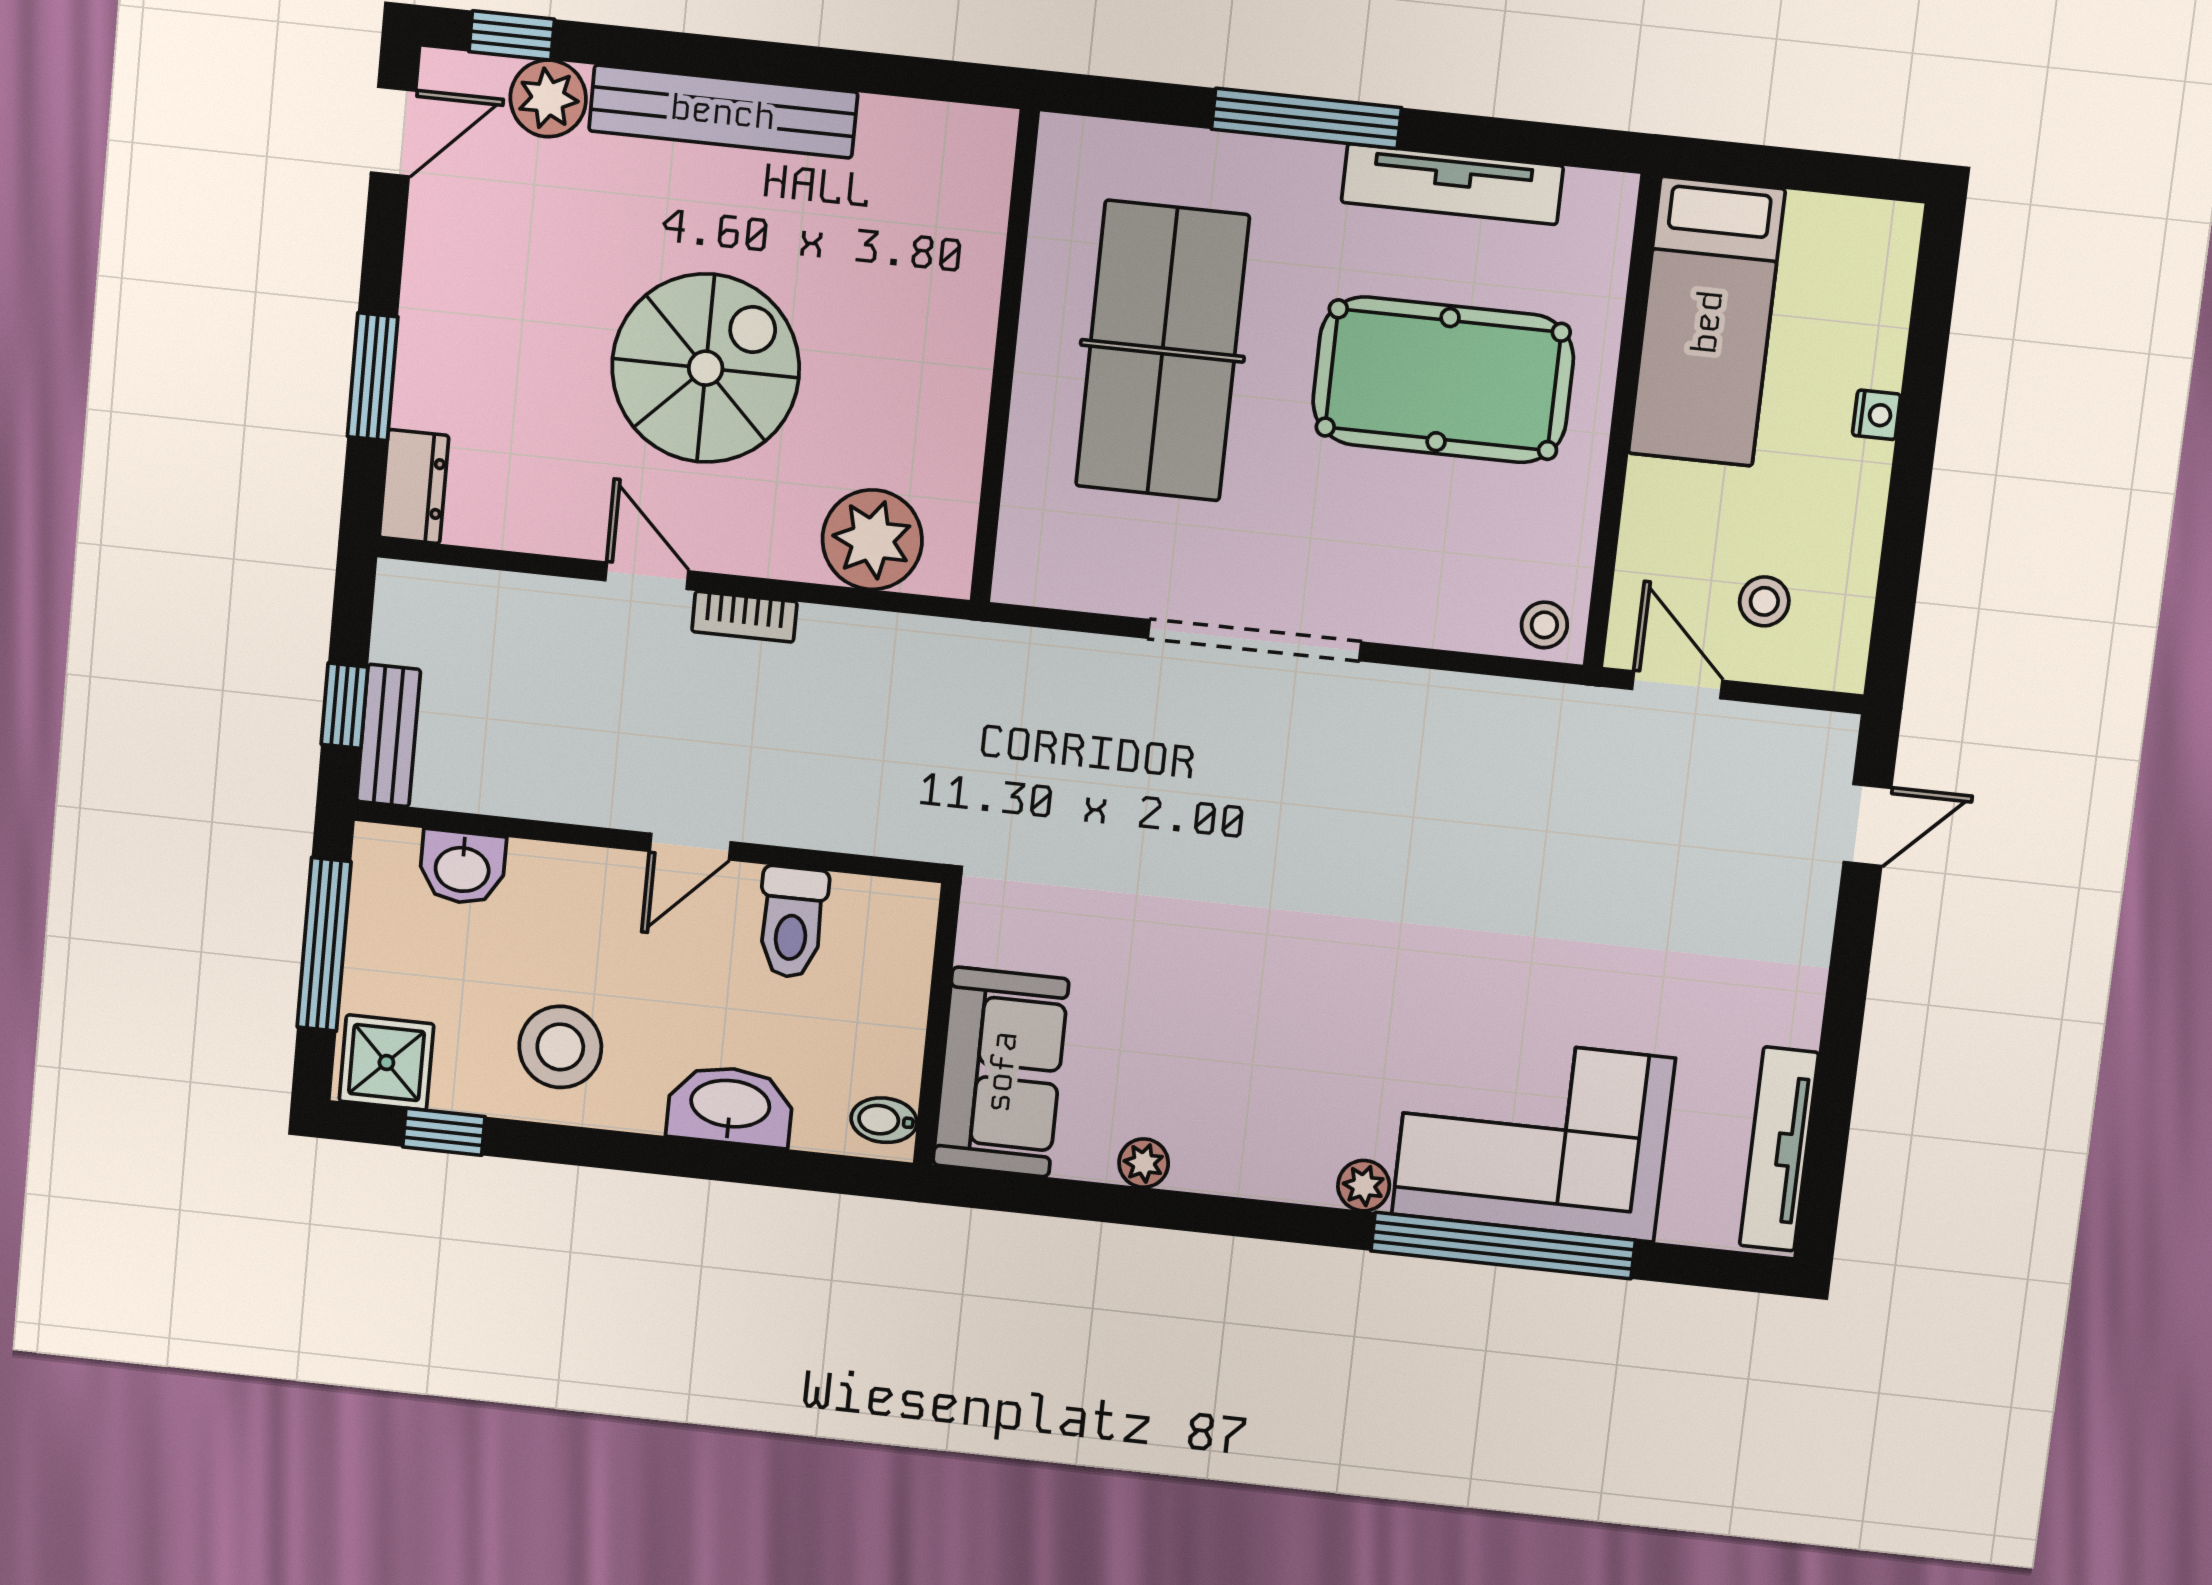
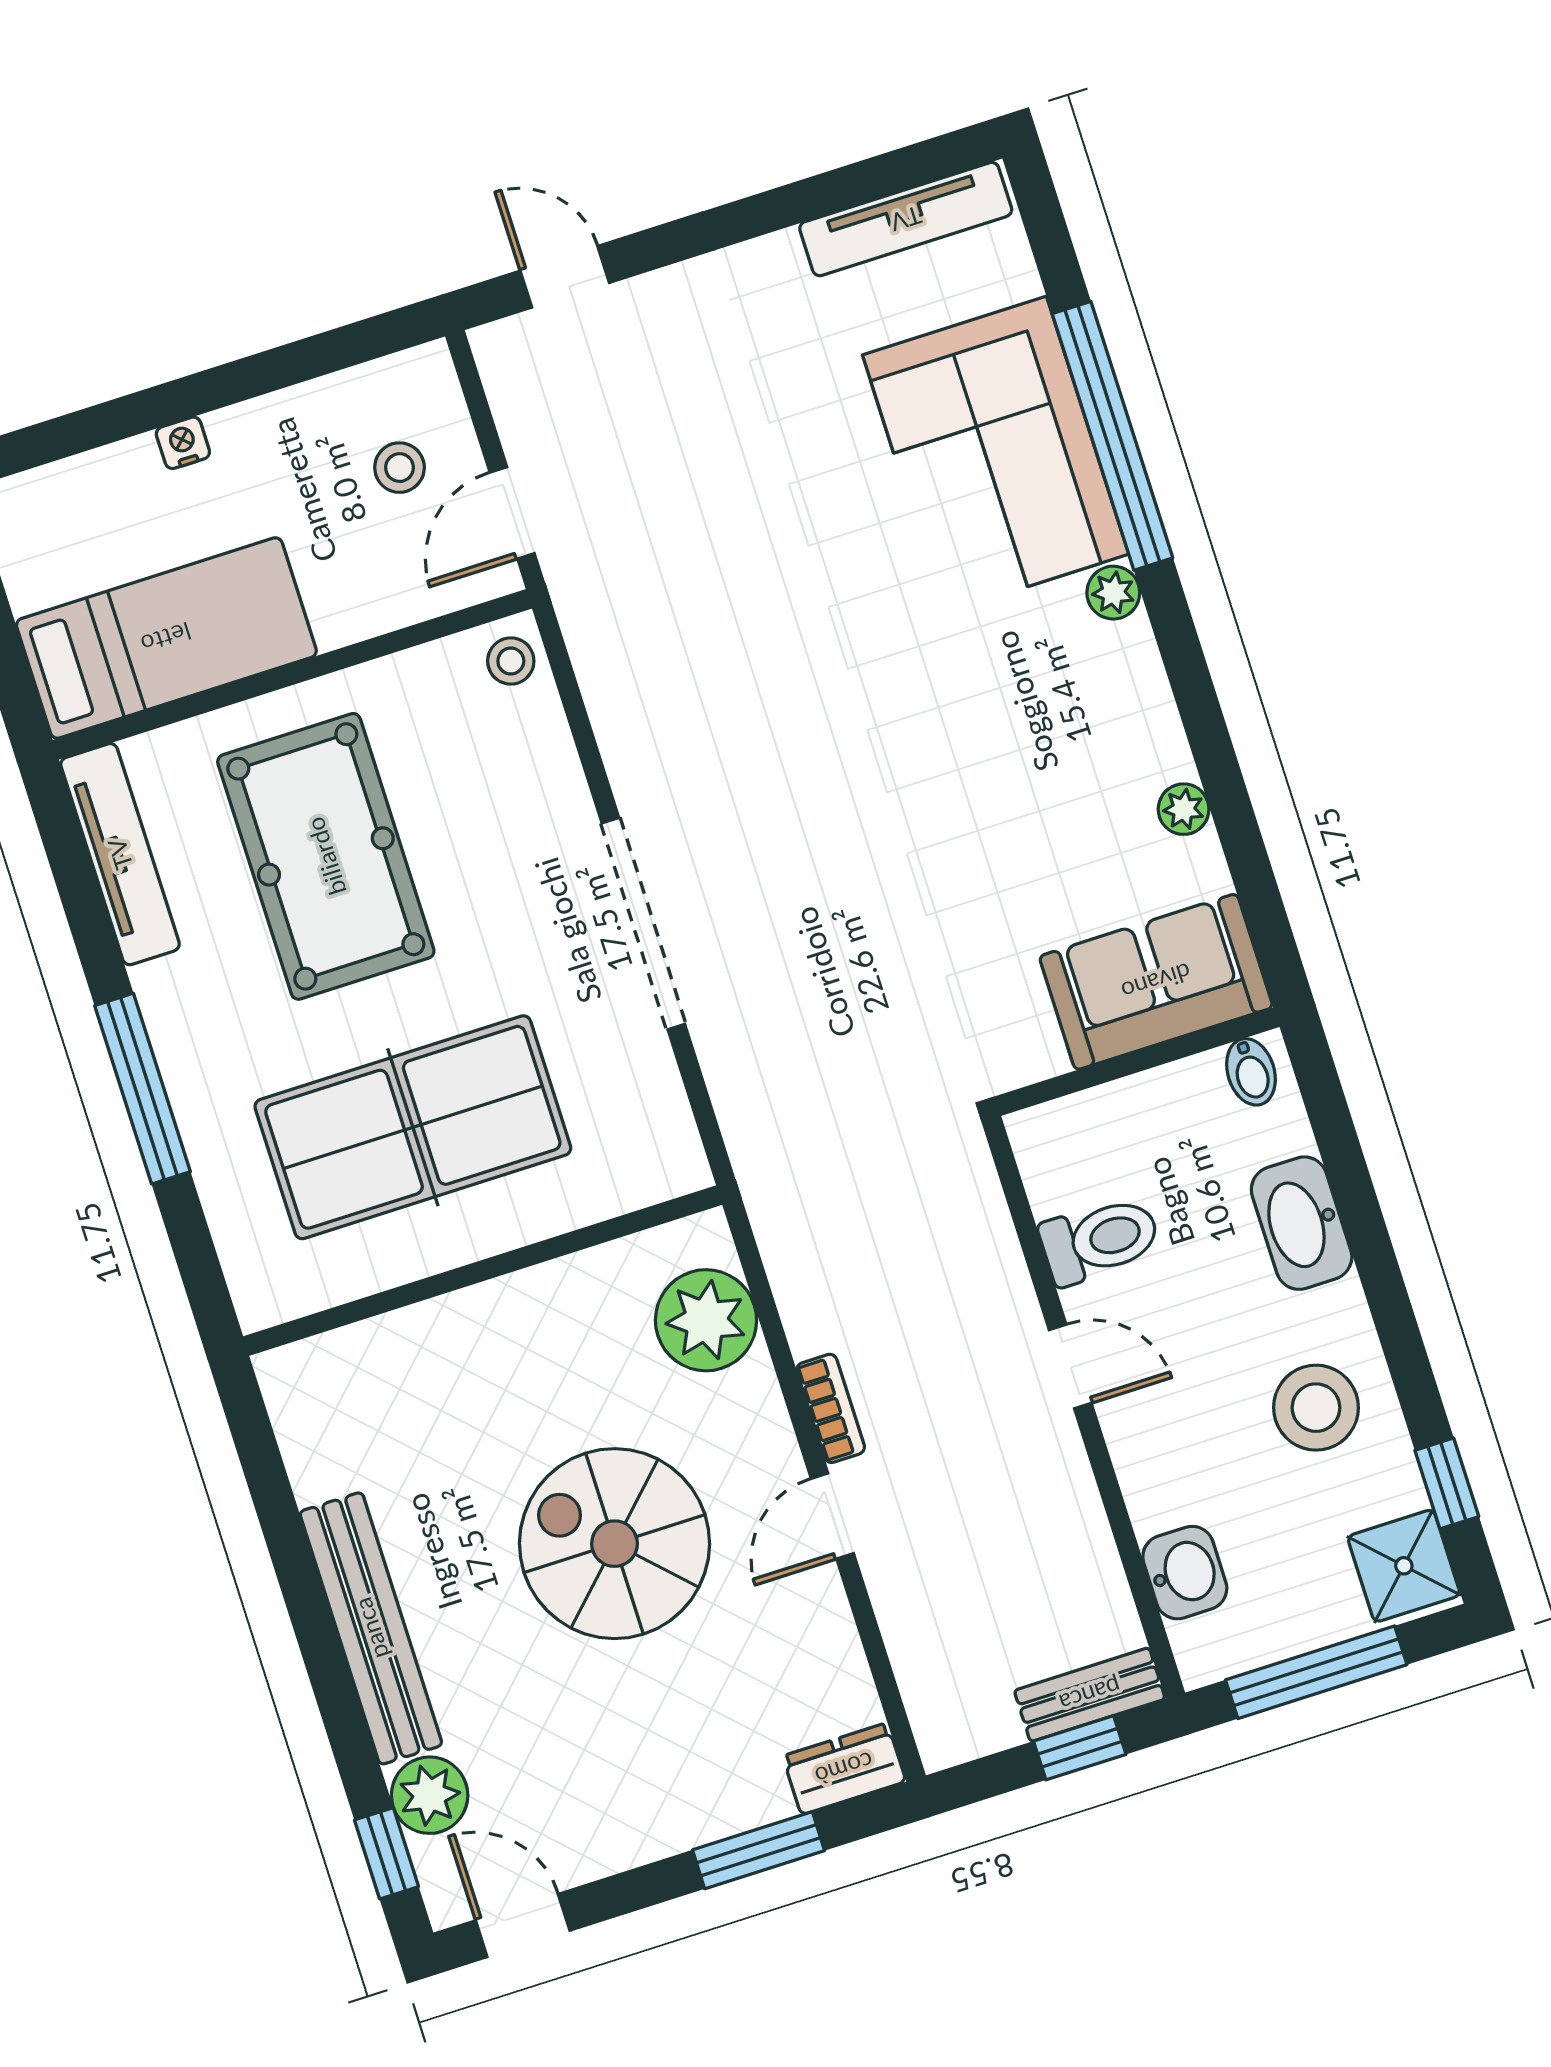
tv unit: (1452, 184) -> (120, 854), moved

